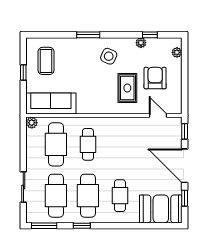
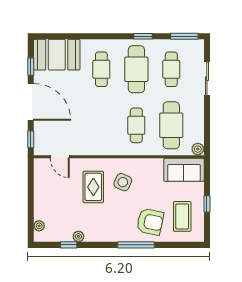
window: (88, 35) -> (136, 245), width x1.44
side table: (109, 56) -> (123, 182), moved
armchair: (155, 78) -> (150, 222), moved, turned -78
sofa: (51, 104) -> (184, 170), width x0.73
cafe table: (56, 196) -> (171, 69), width x0.73, depth x0.74

